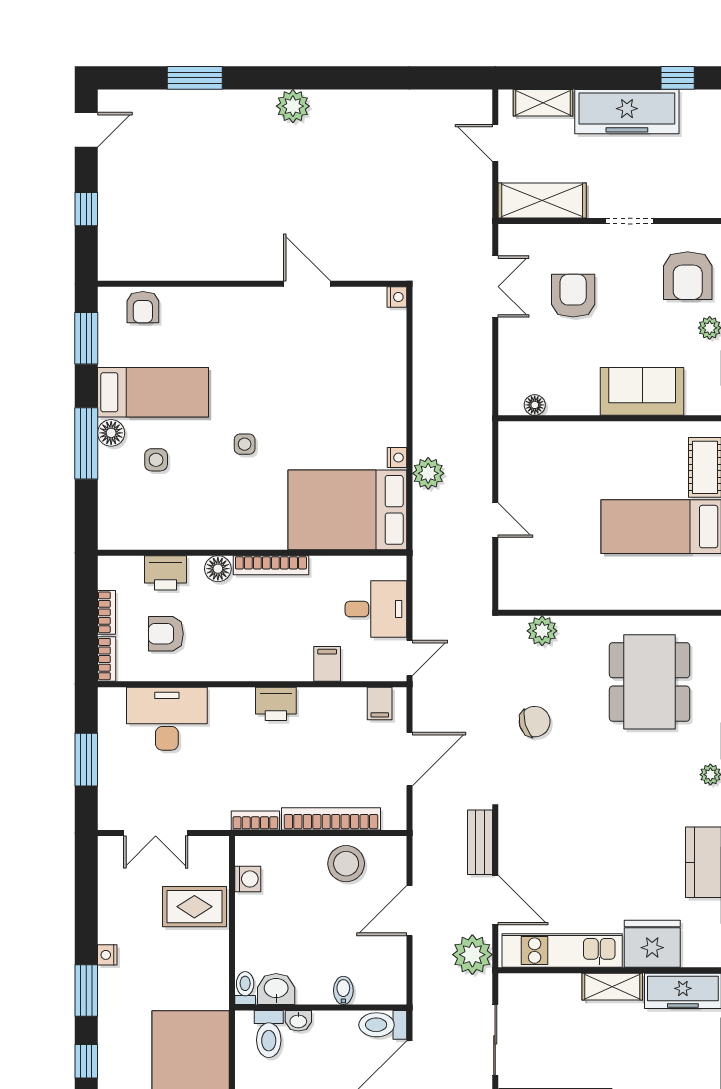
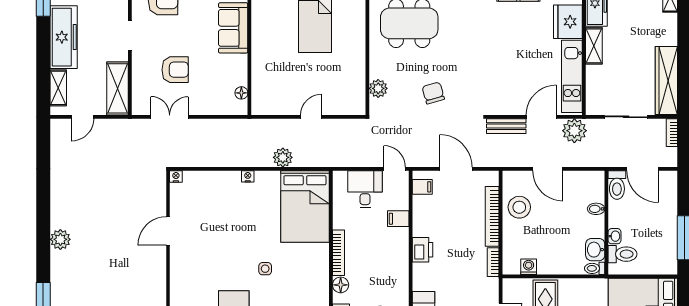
armchair: (573, 296) -> (175, 70), turned 180
nightstand: (397, 458) -> (248, 176), moved

